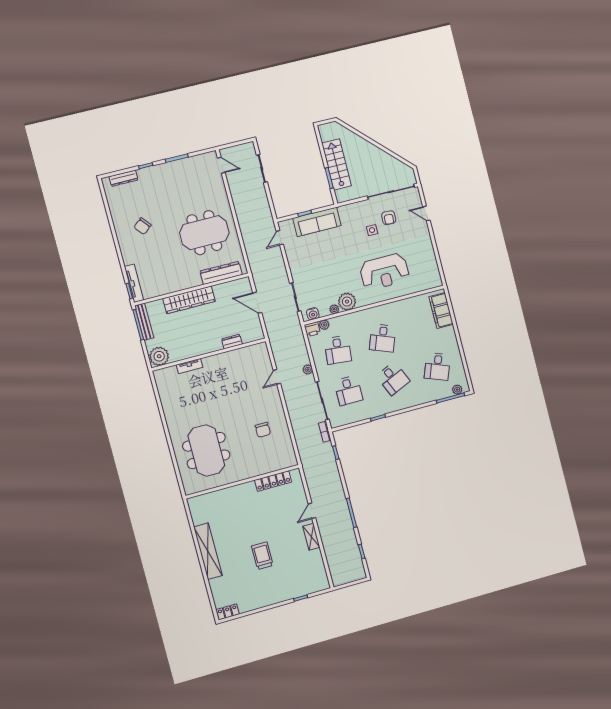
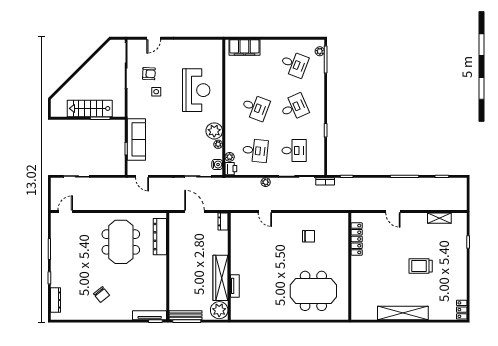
wardrobe: (189, 300) -> (221, 278), moved, turned 180
door: (257, 303) -> (195, 211), swing flipped
dresser: (232, 342) -> (223, 221), moved
shelving: (311, 537) -> (439, 218), moved

